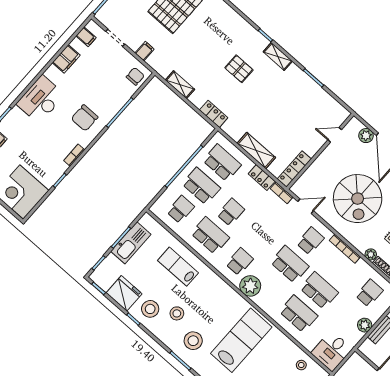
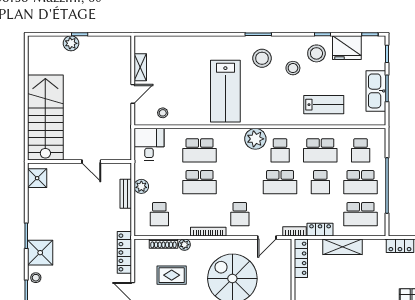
school desk: (290, 264) -> (280, 182), moved

